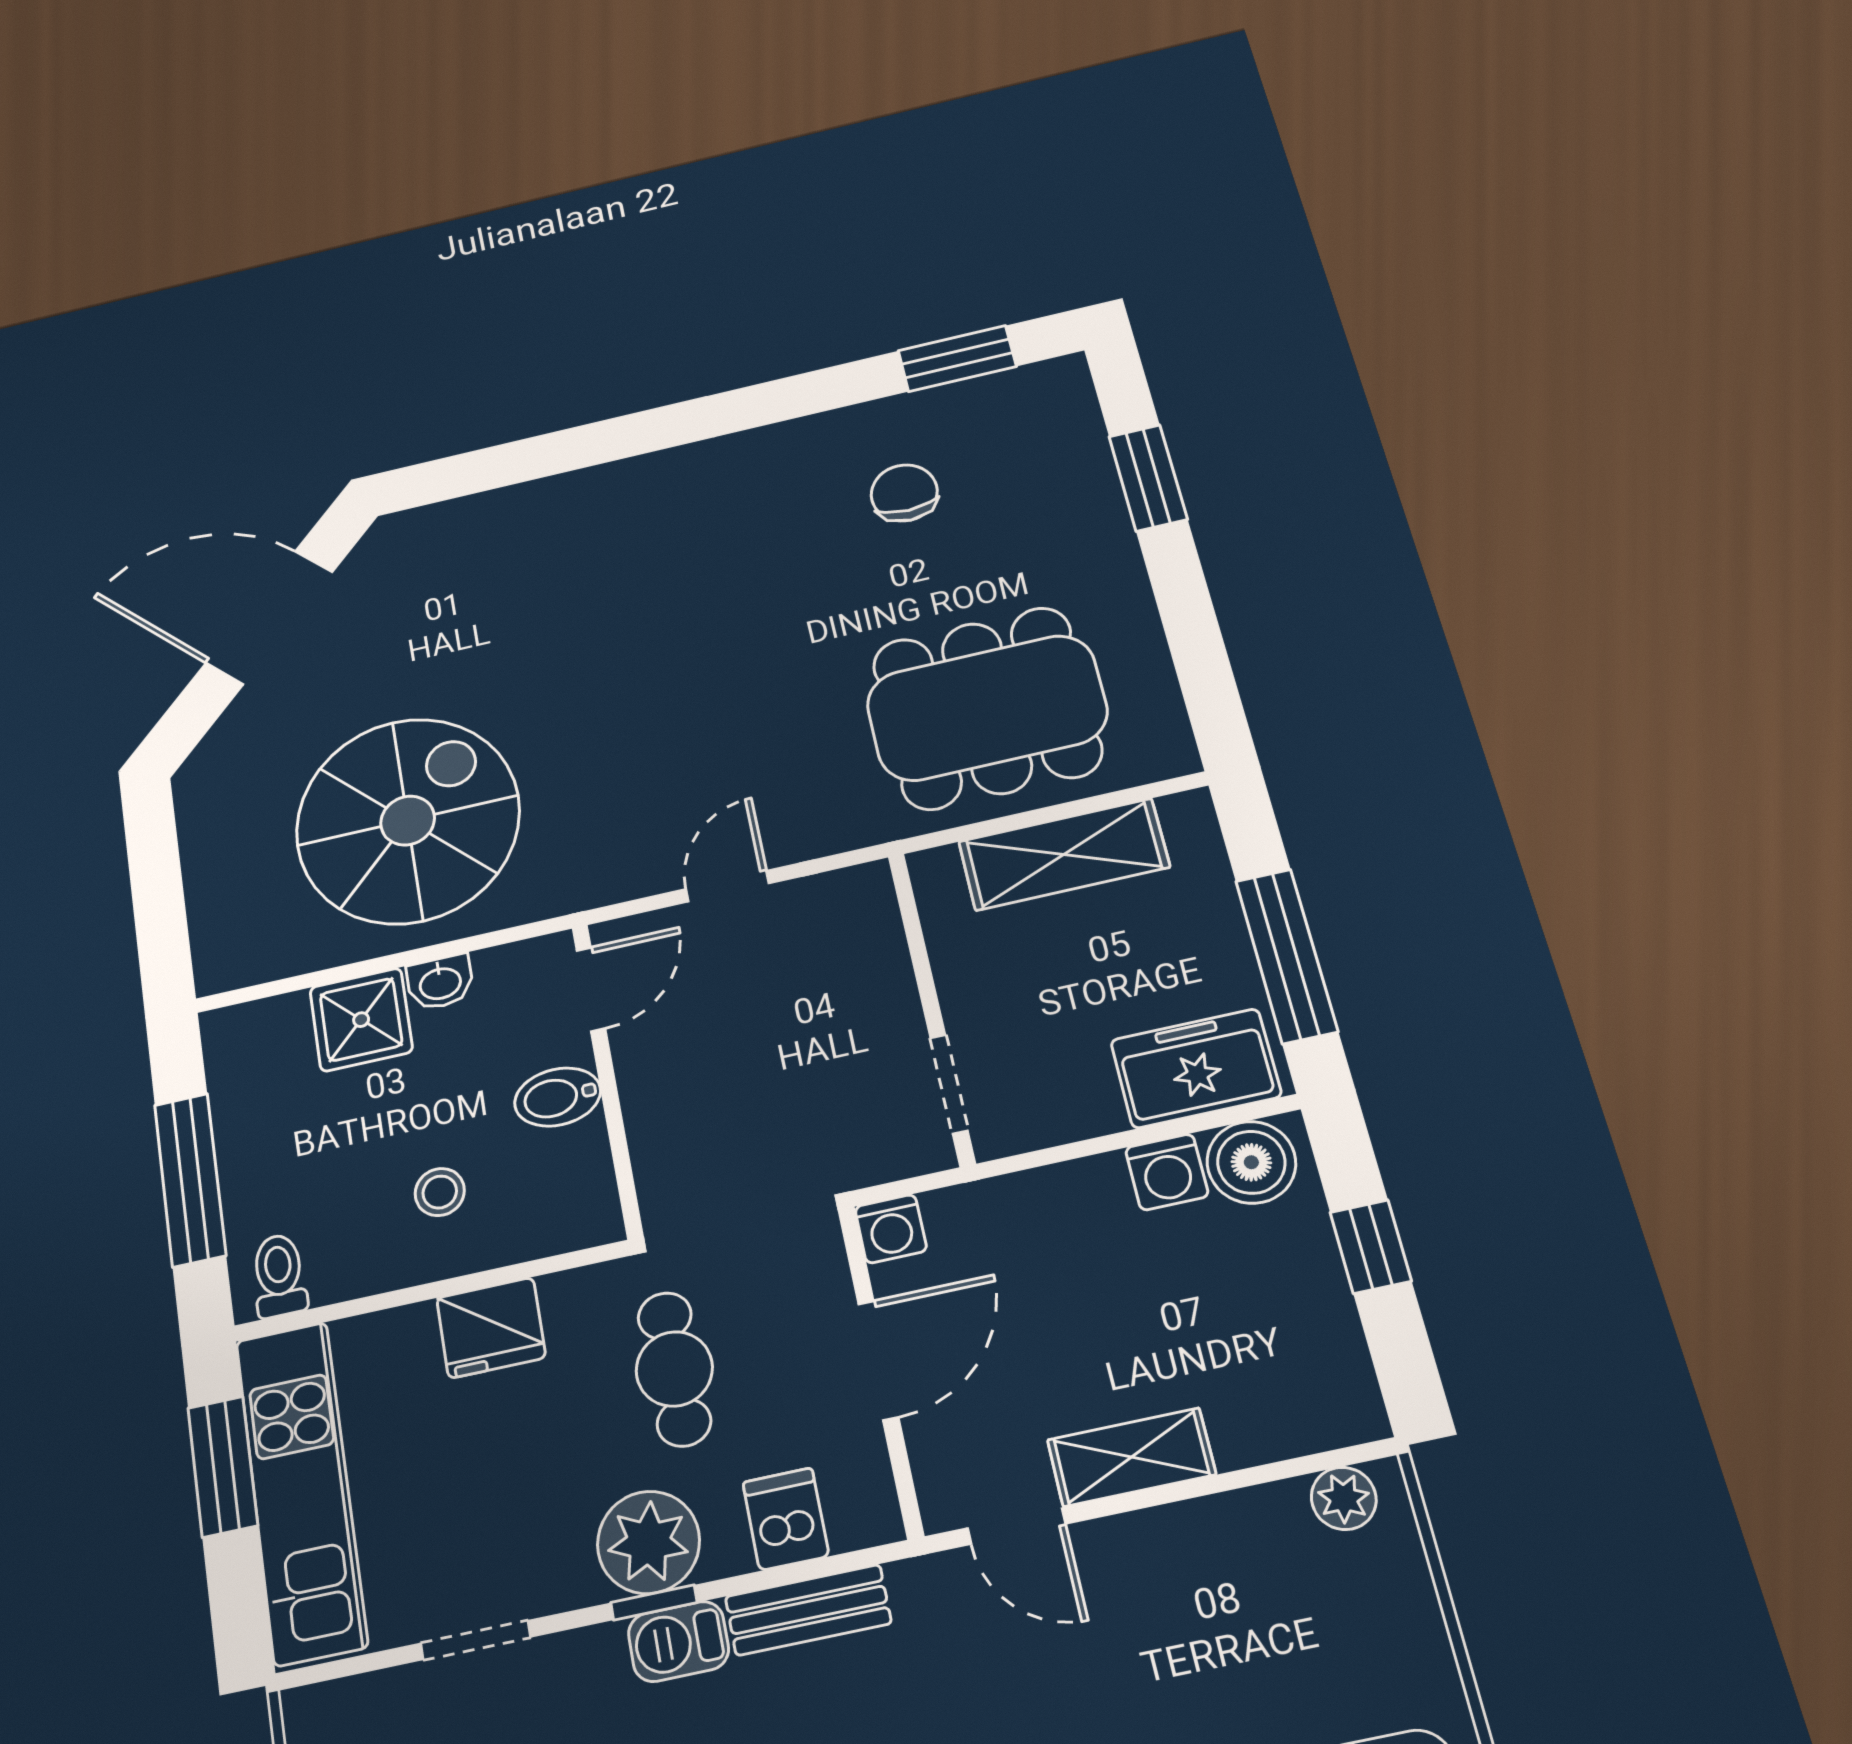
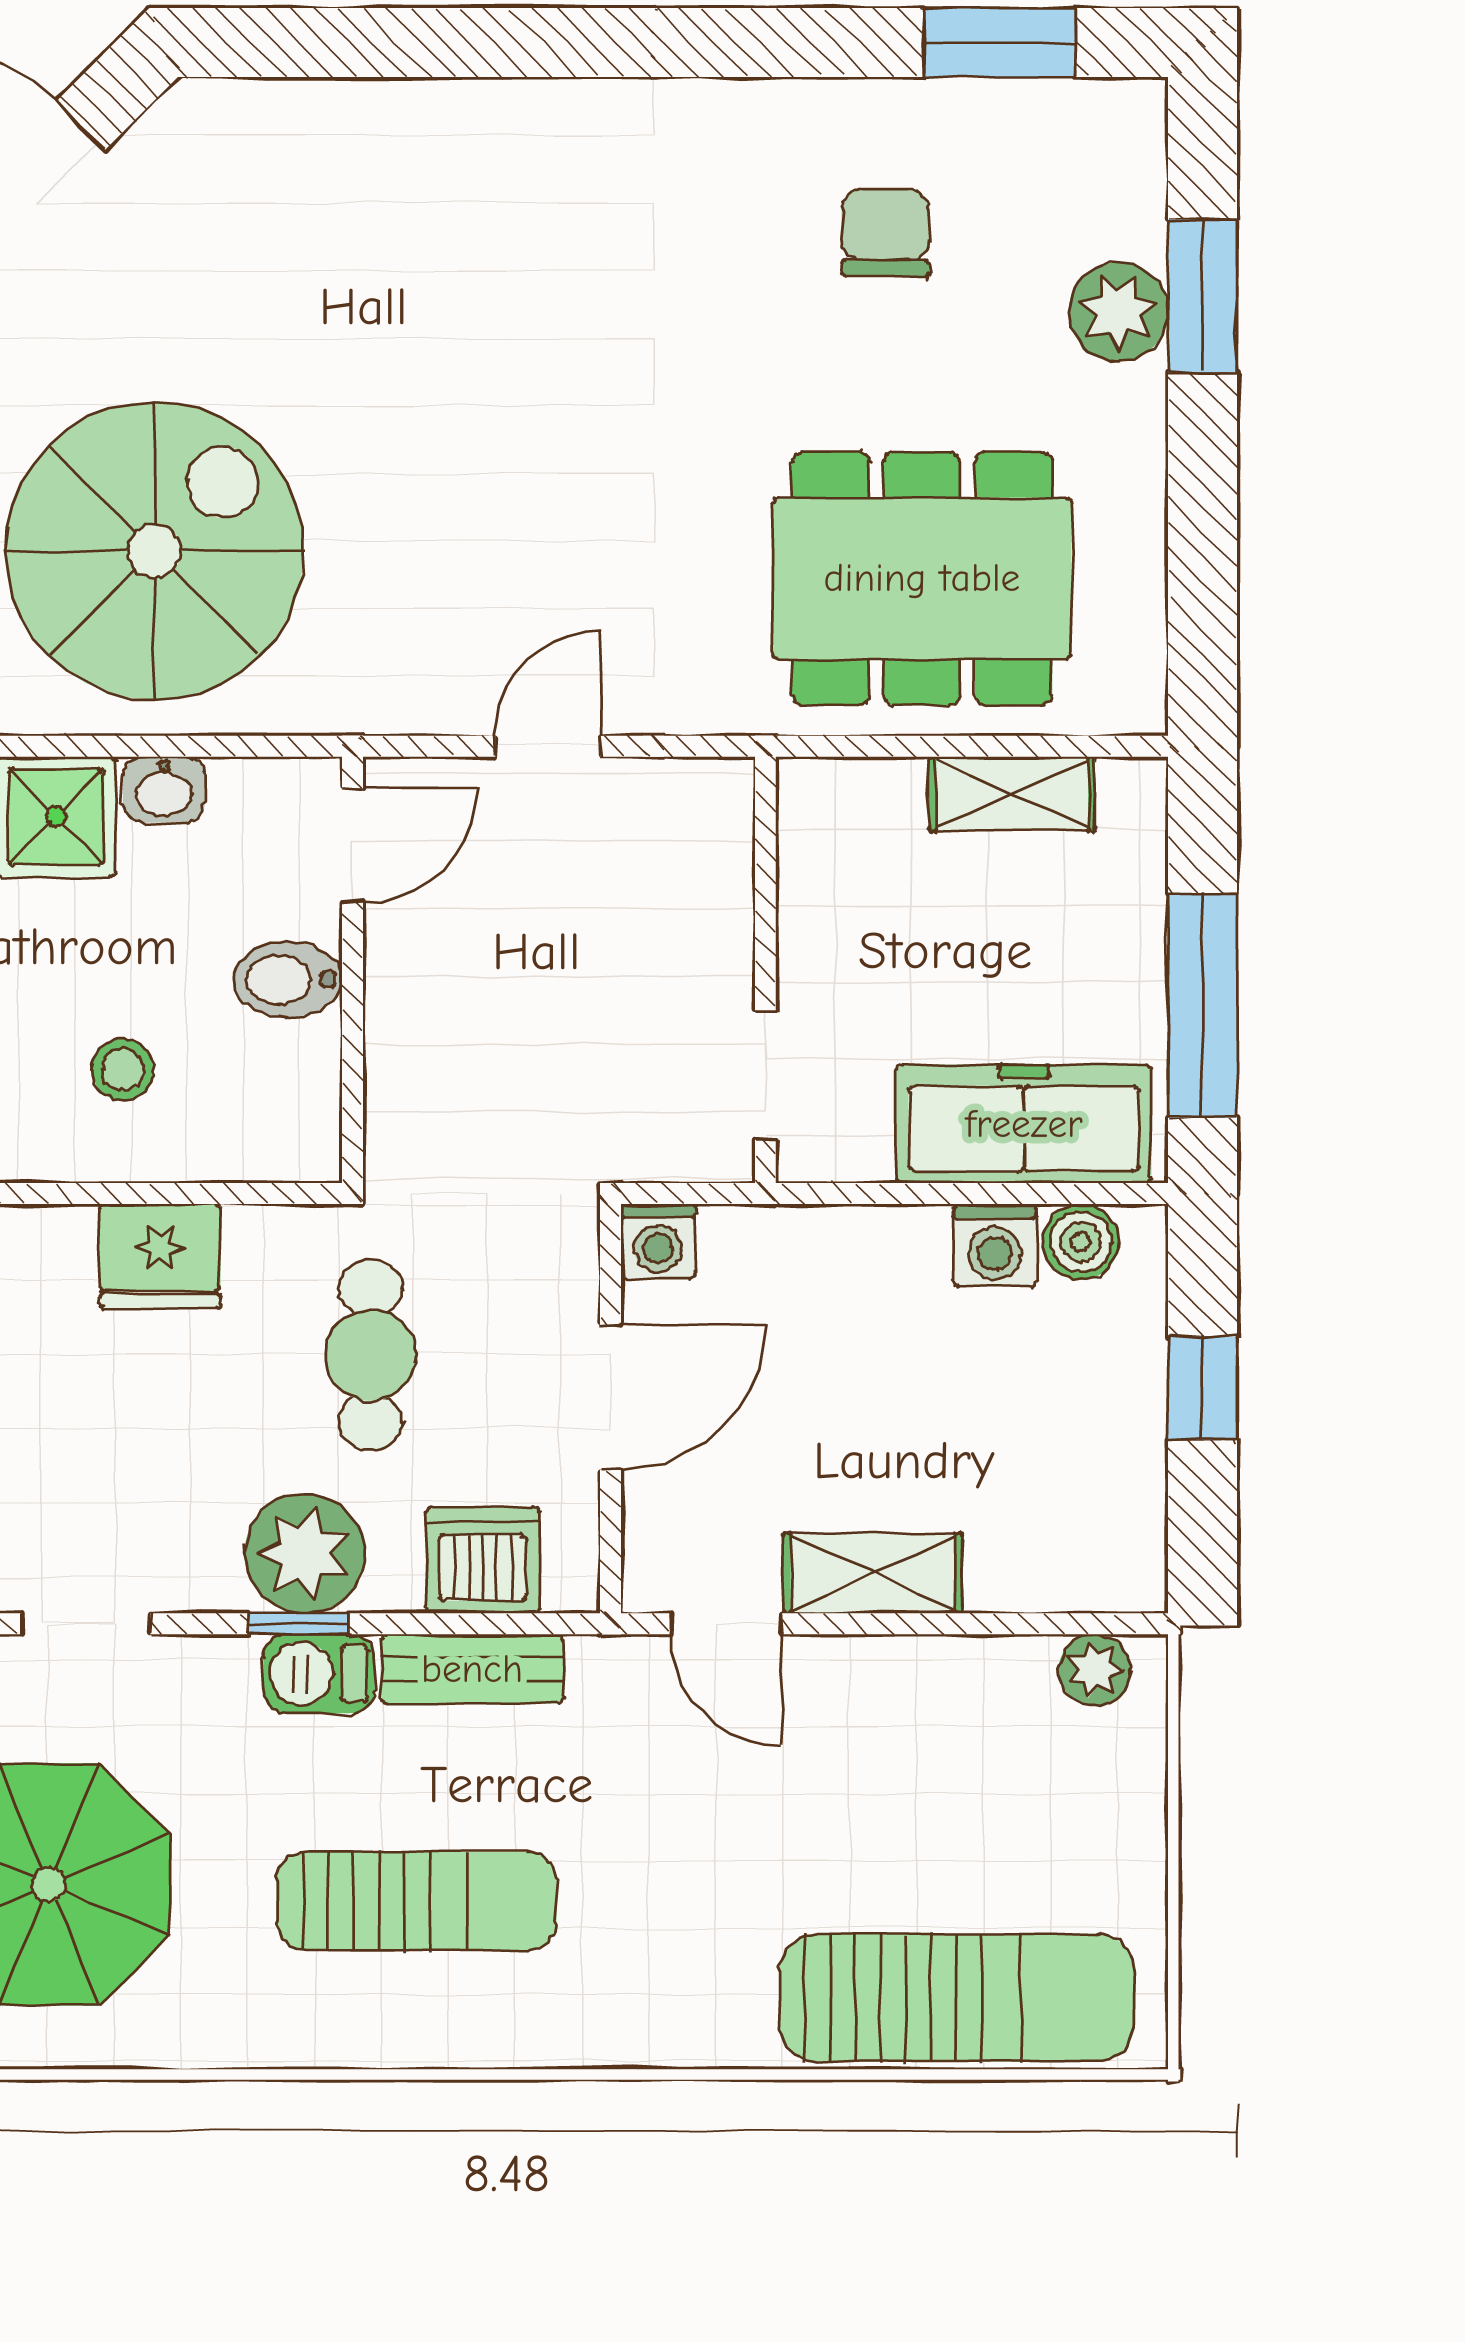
plant: (1088, 502) -> (1118, 312), added
shelving: (1064, 854) -> (1012, 794), width x0.67, depth x0.75
freezer: (1196, 1068) -> (1024, 1124), width x1.40
boiler: (1251, 1162) -> (1081, 1242), width x0.73, depth x0.73
dishwasher: (786, 1519) -> (483, 1560), width x1.38

